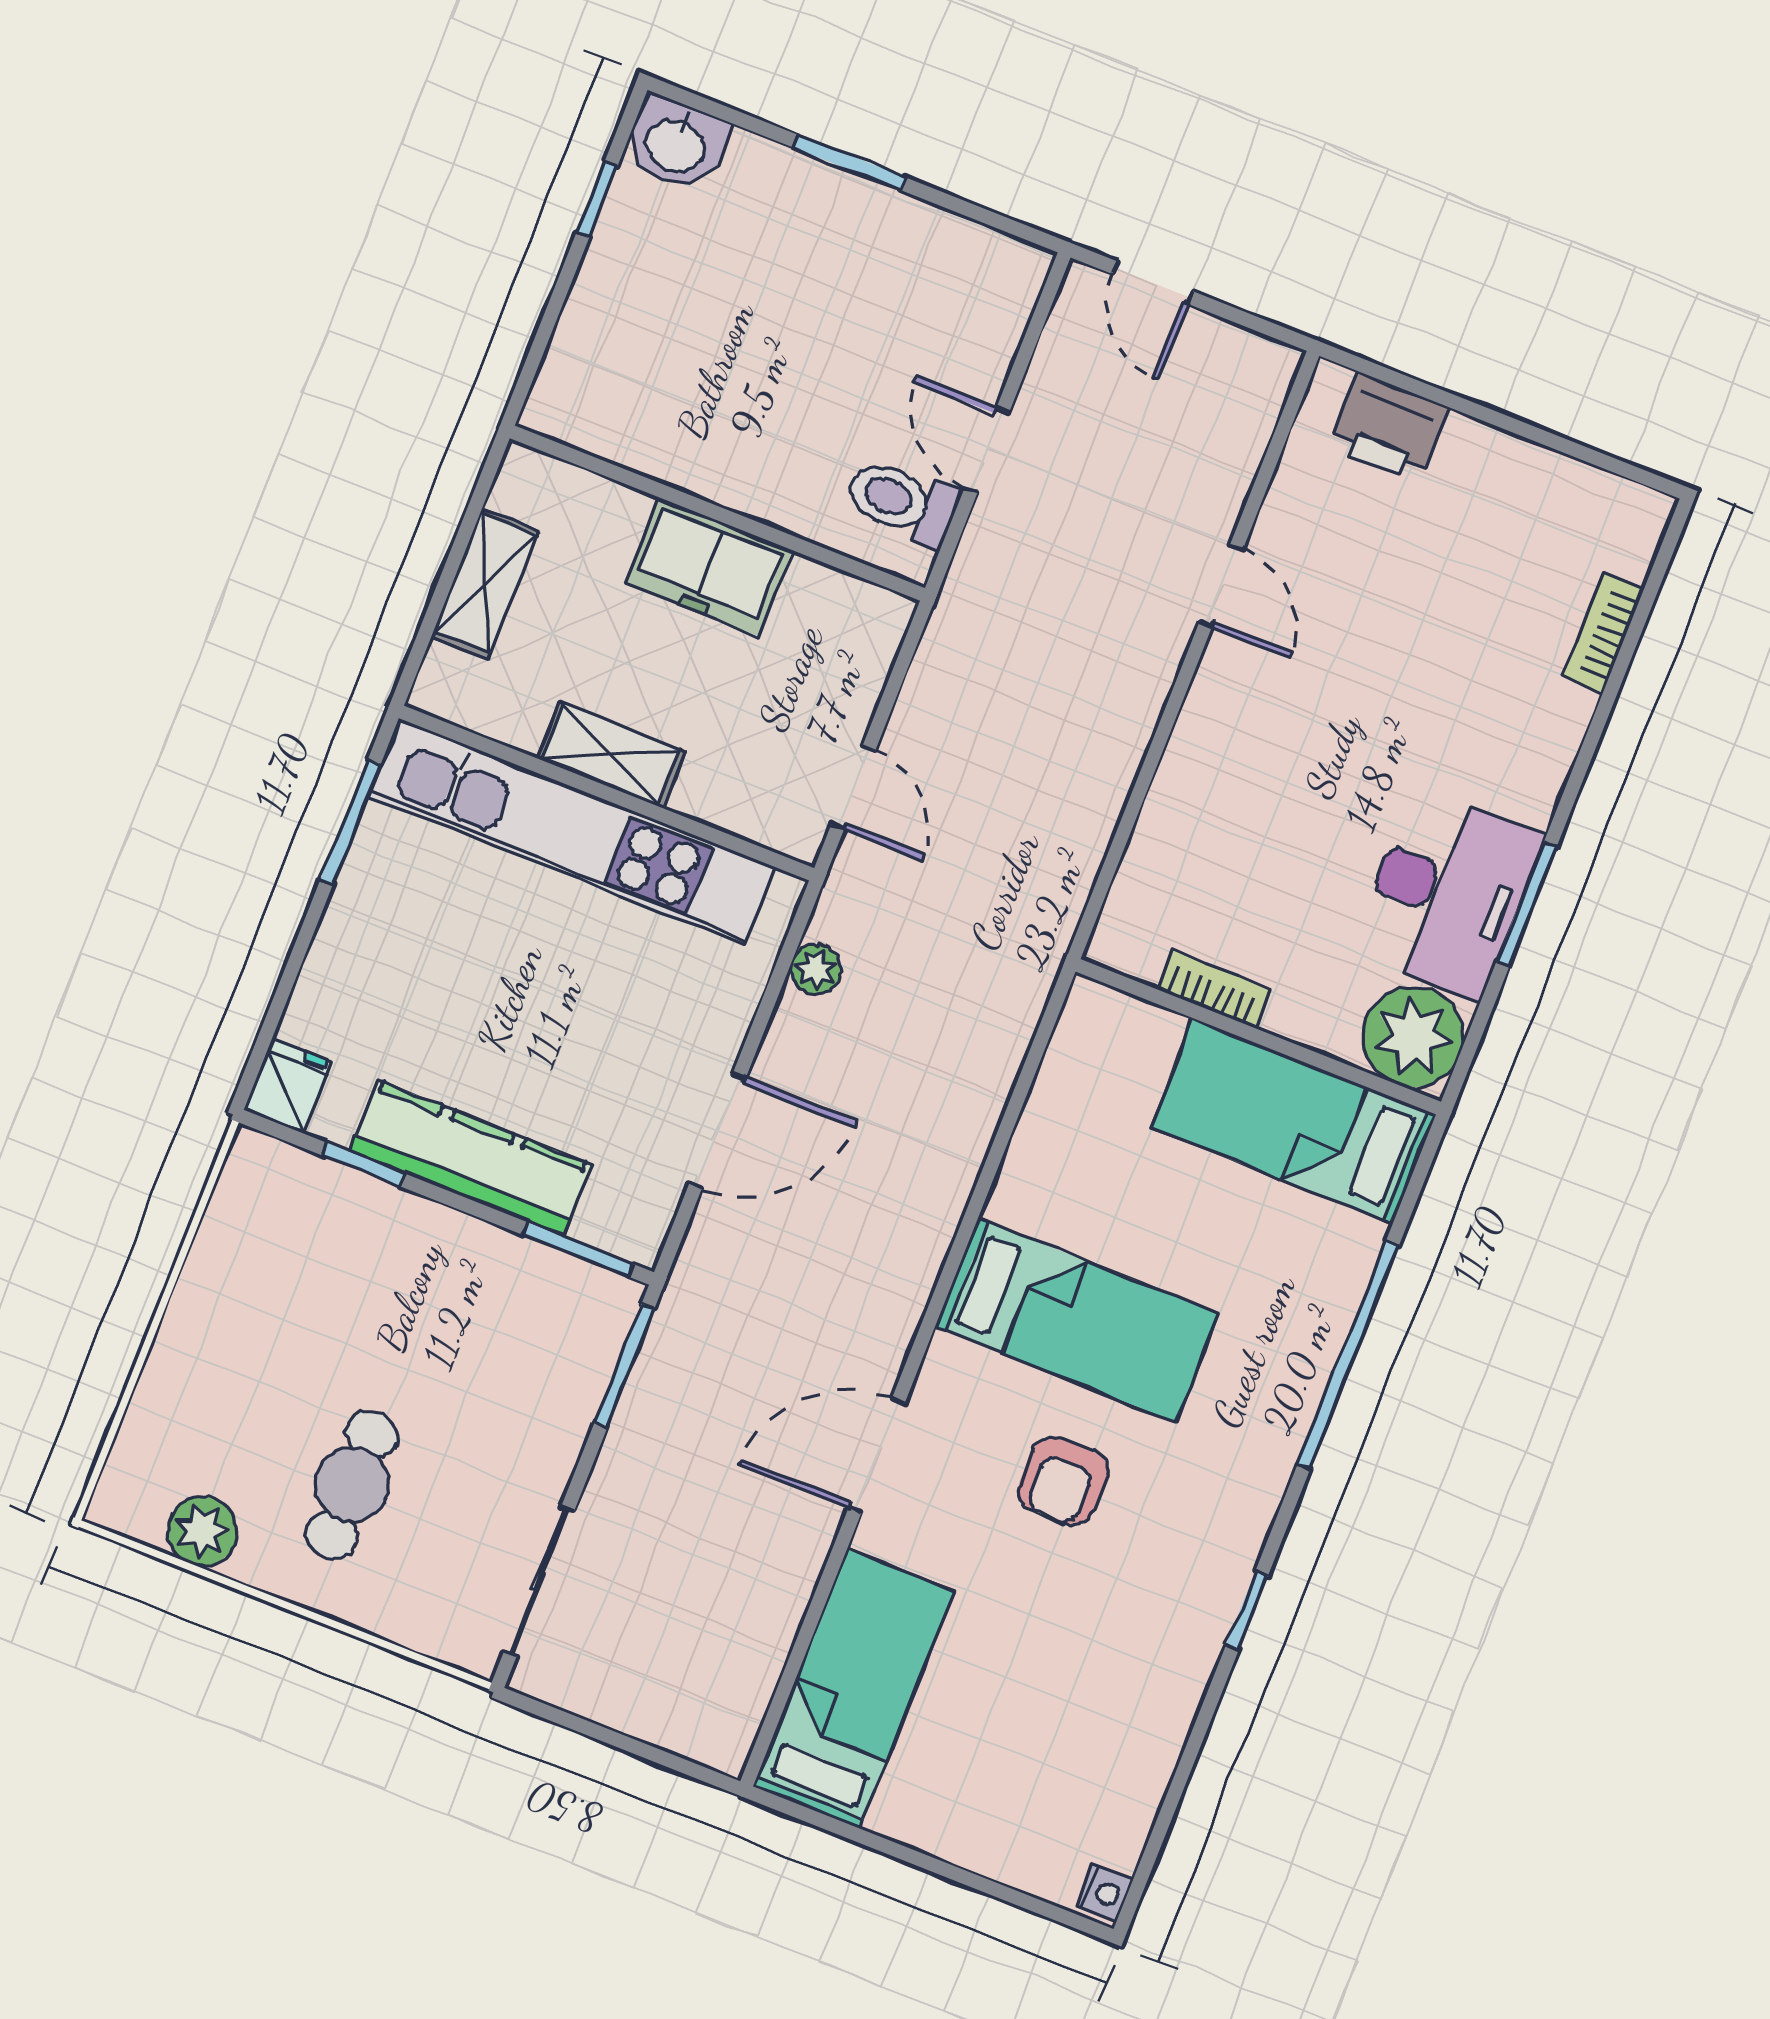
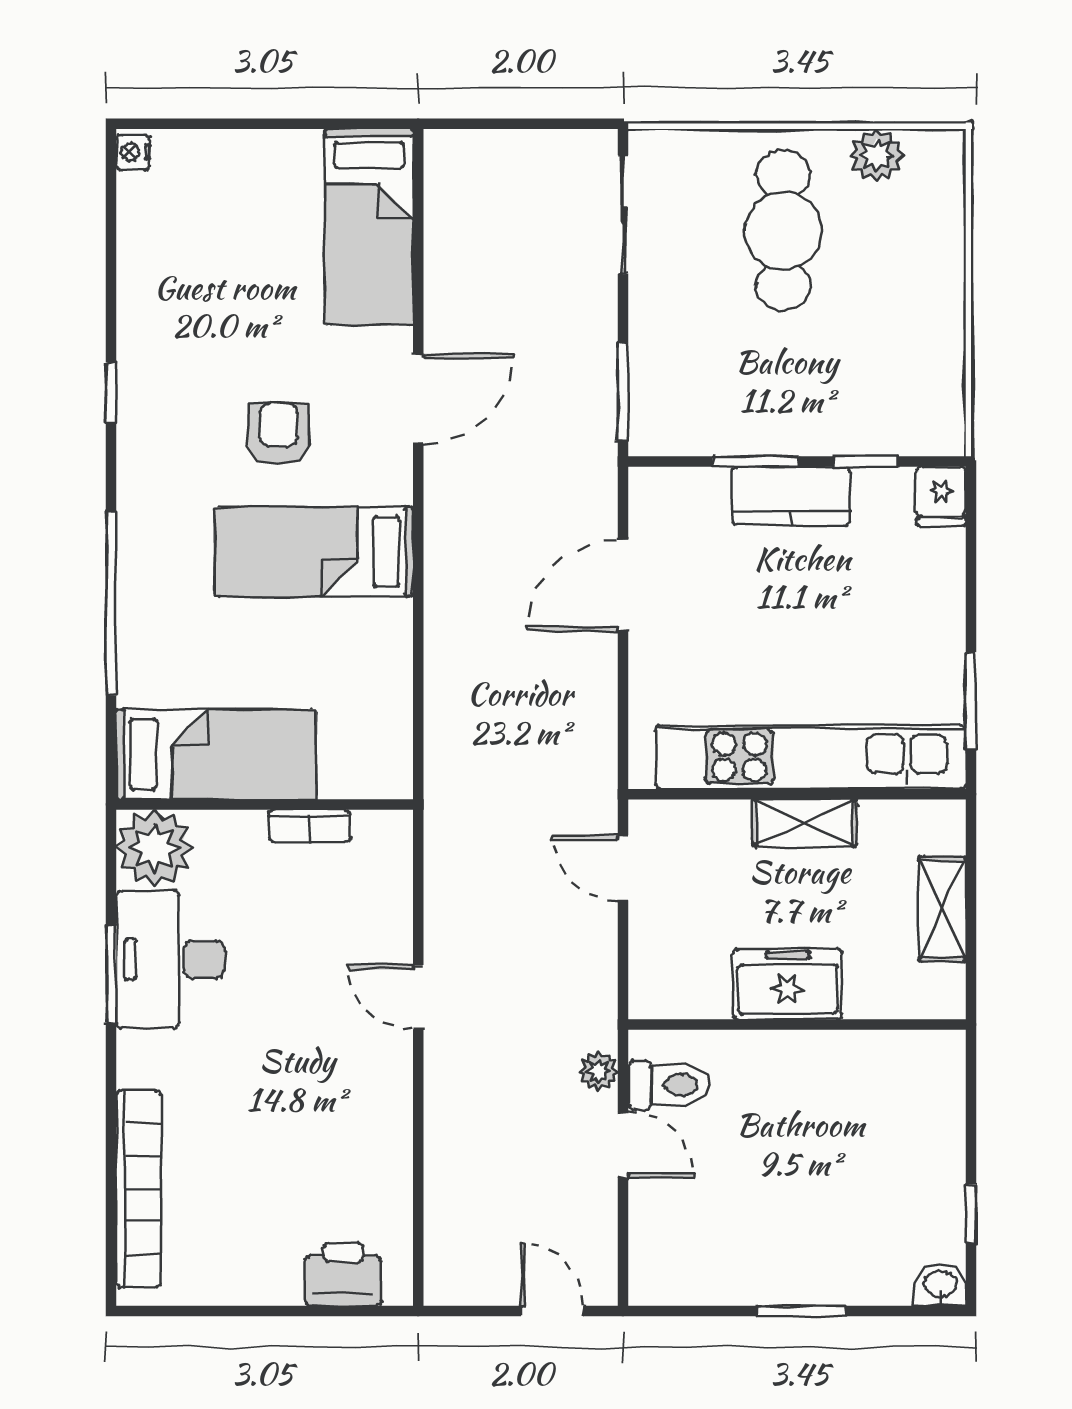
washbasin: (676, 143) -> (940, 1285), width x0.72, depth x0.69
door: (1221, 586) -> (418, 997), moved
bookcase: (1603, 633) -> (139, 1189), width x2.31, depth x1.31
plant: (816, 969) -> (599, 1071), moved
kitchen counter: (470, 1158) -> (791, 496), width x0.67
window: (578, 1249) -> (756, 461), moved
cafe table: (352, 1485) -> (783, 230), width x1.37, depth x1.35

